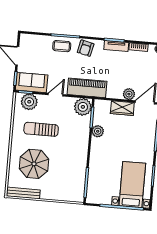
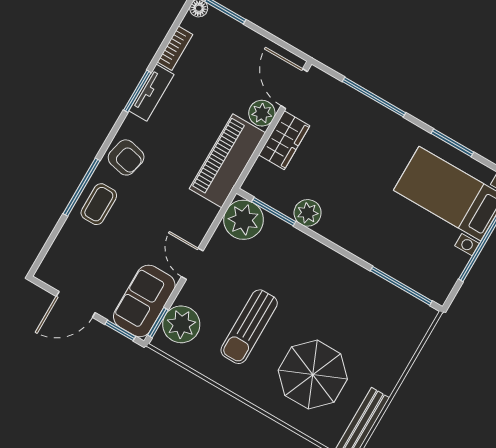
piano: (87, 88) -> (227, 161), moved

